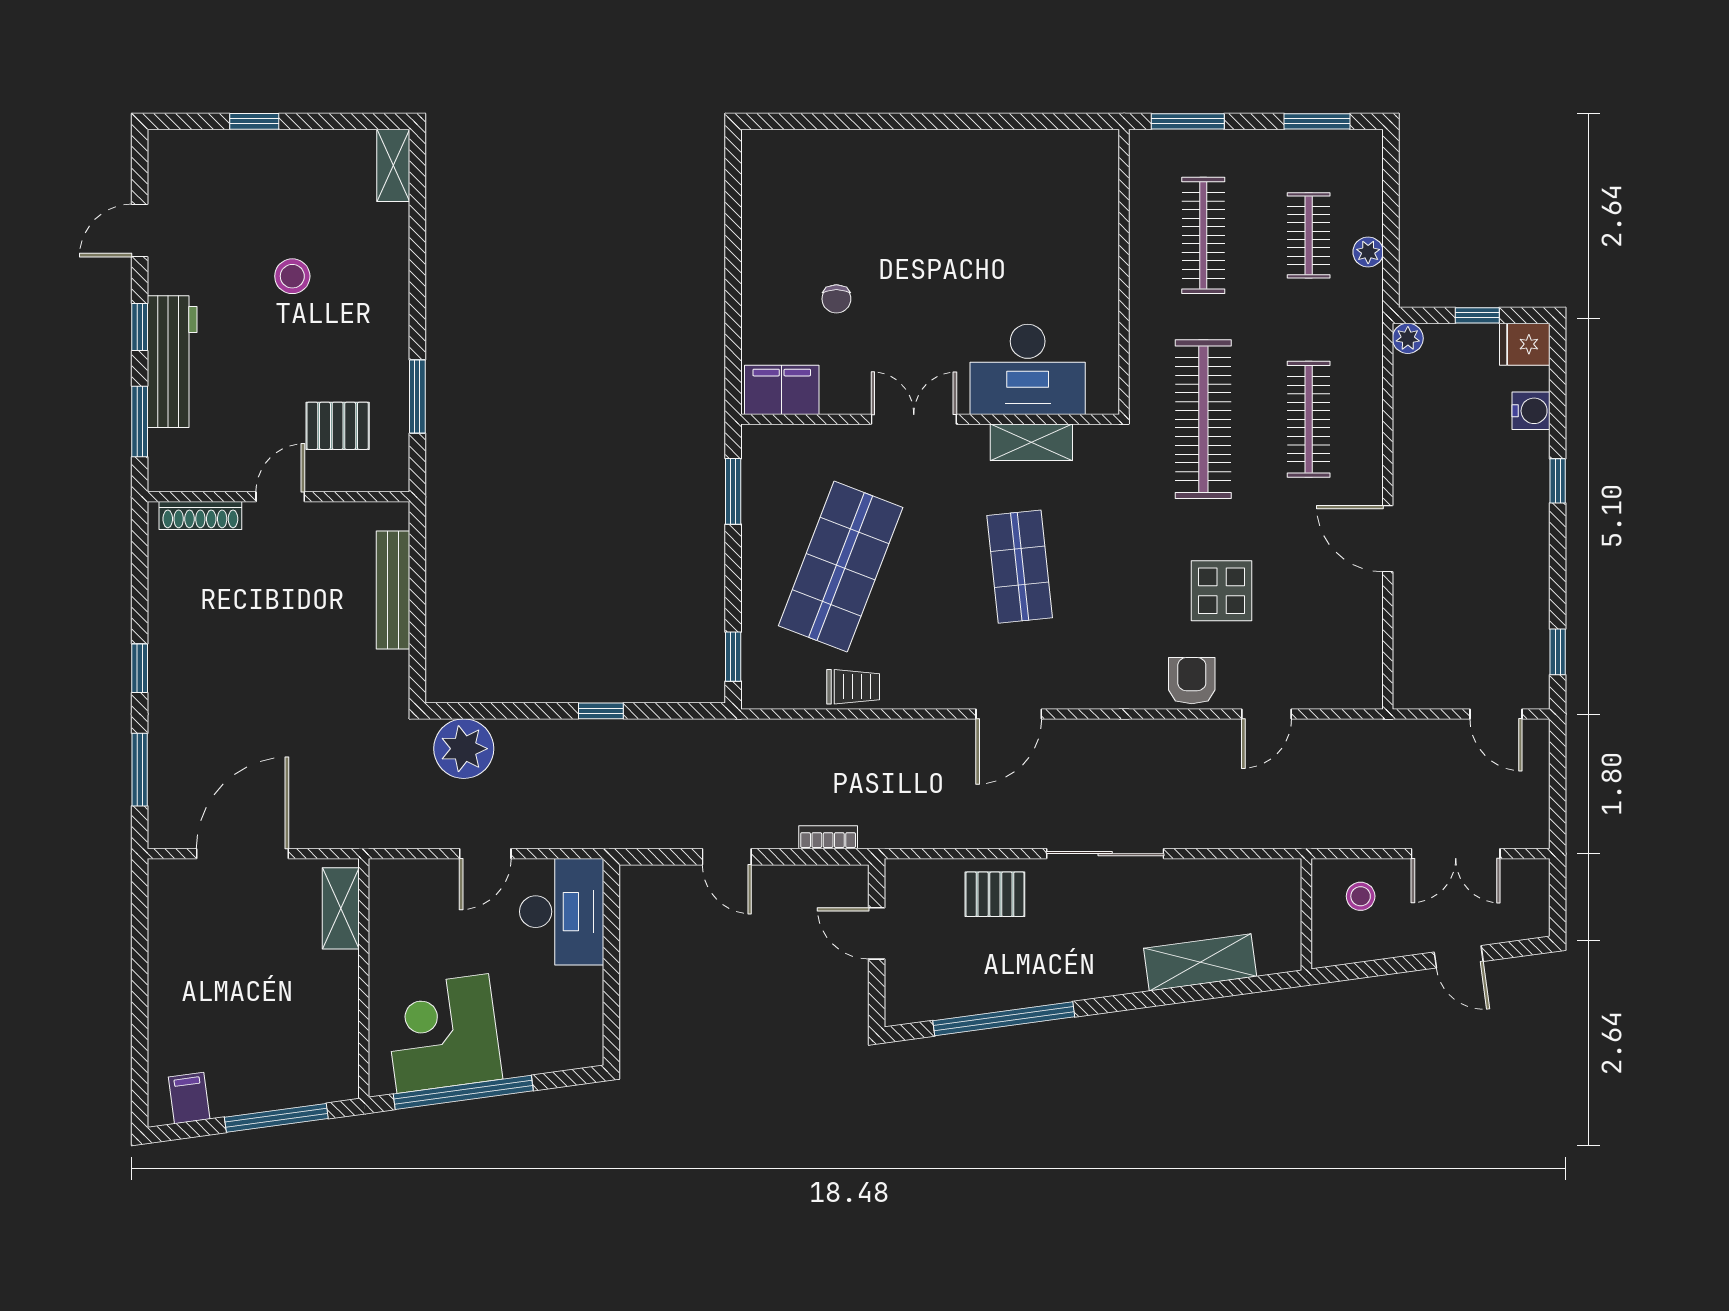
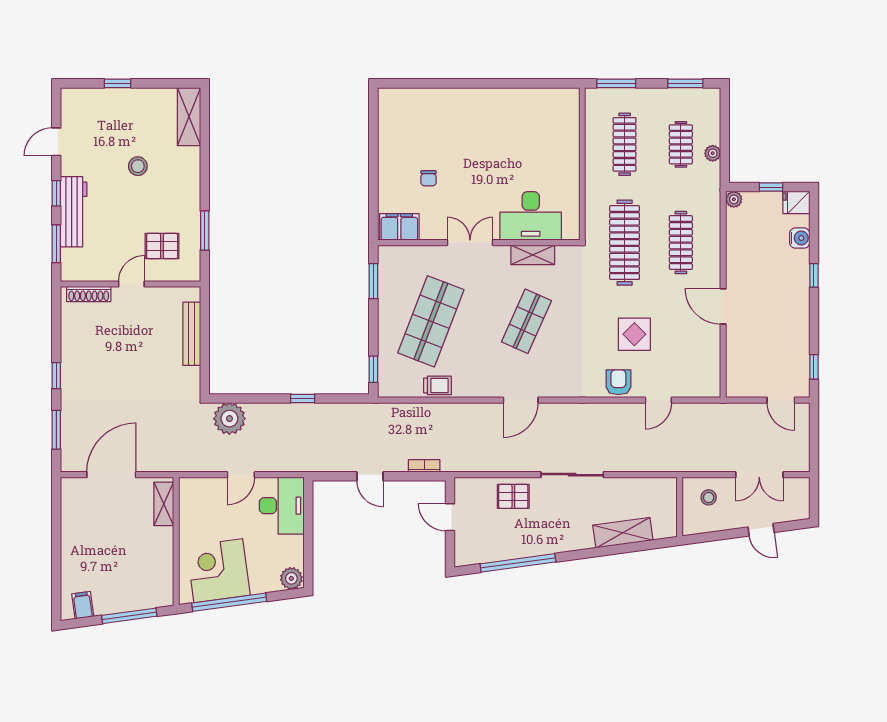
shelving: (393, 165) -> (189, 117), width x1.50, depth x1.33
shop shelf: (1020, 567) -> (526, 321), turned 30
plant: (580, 1048) -> (291, 578), added

